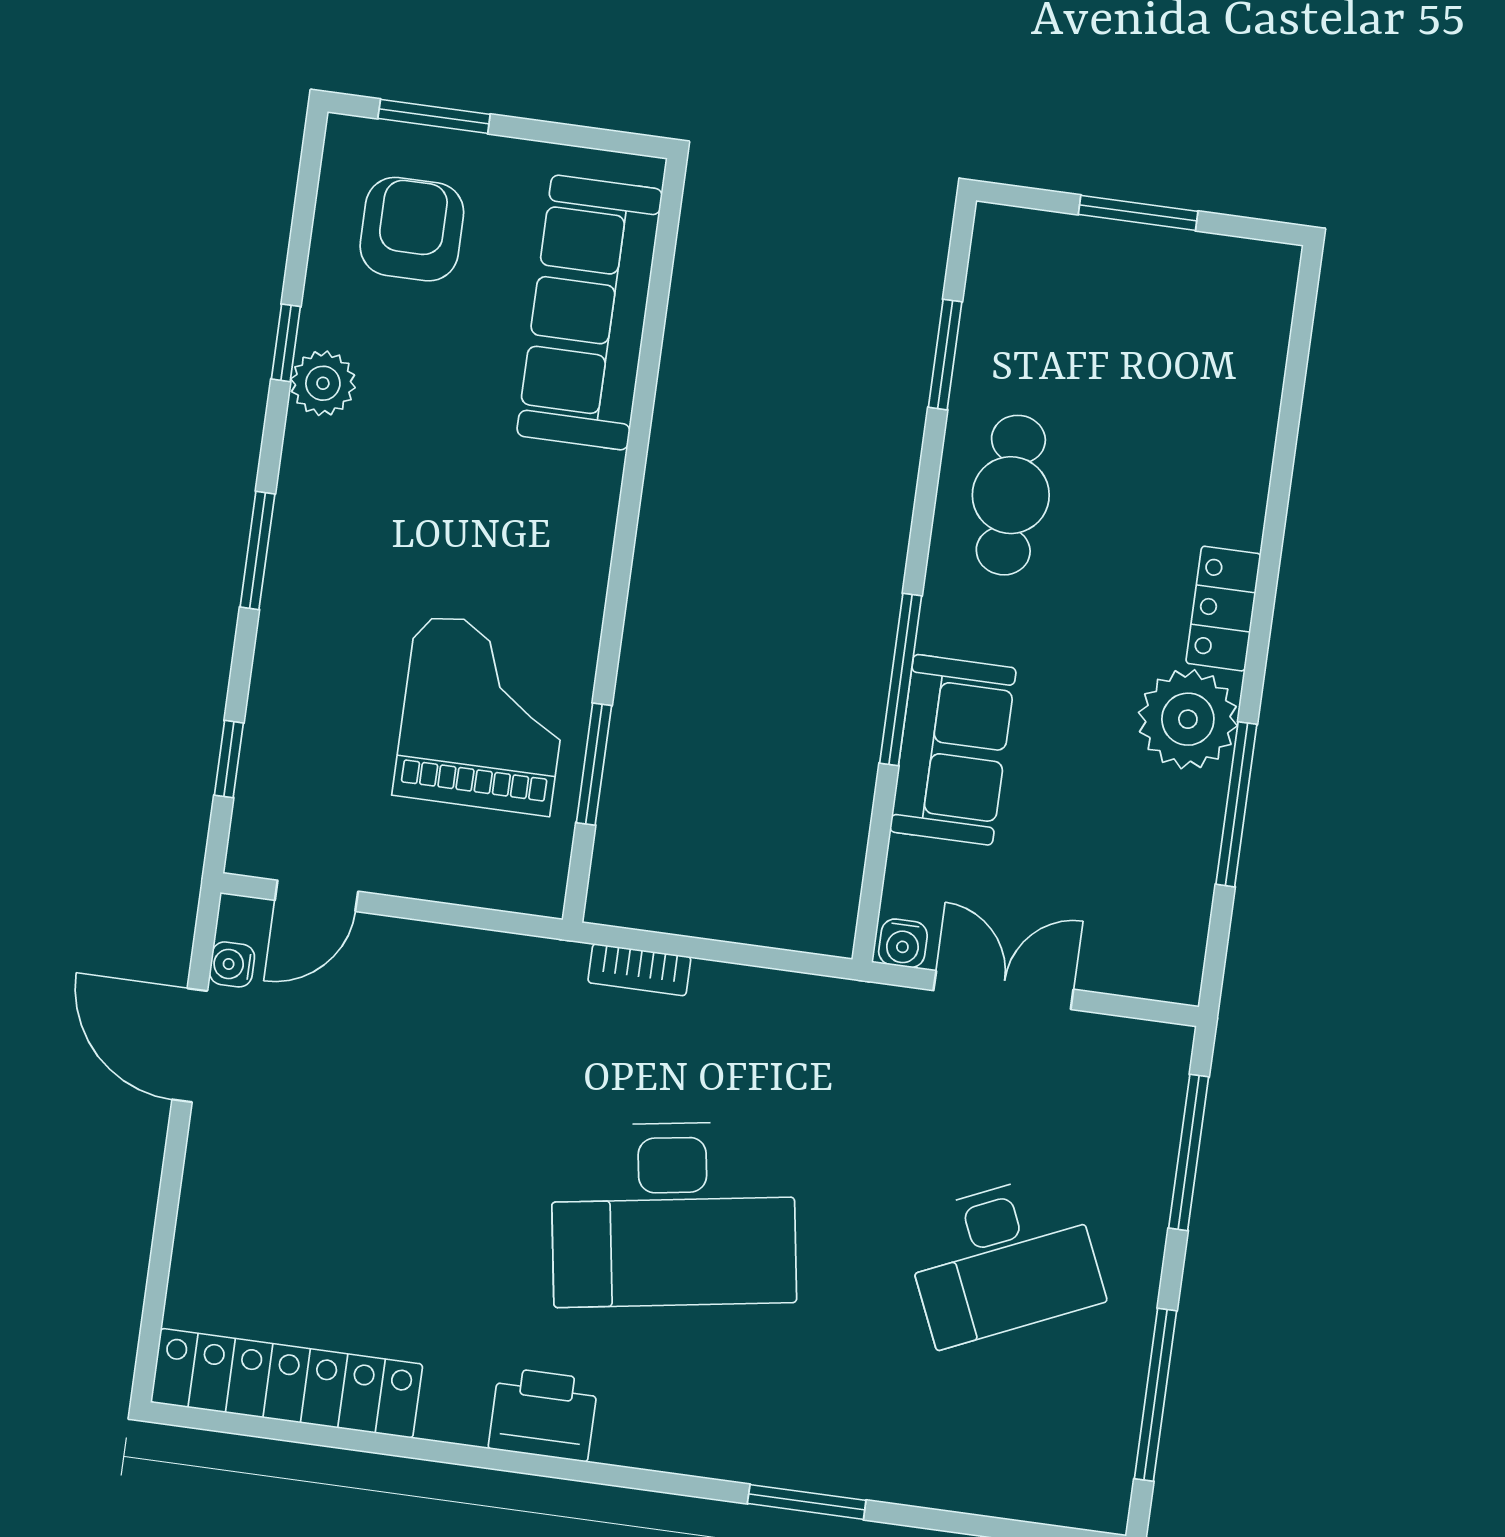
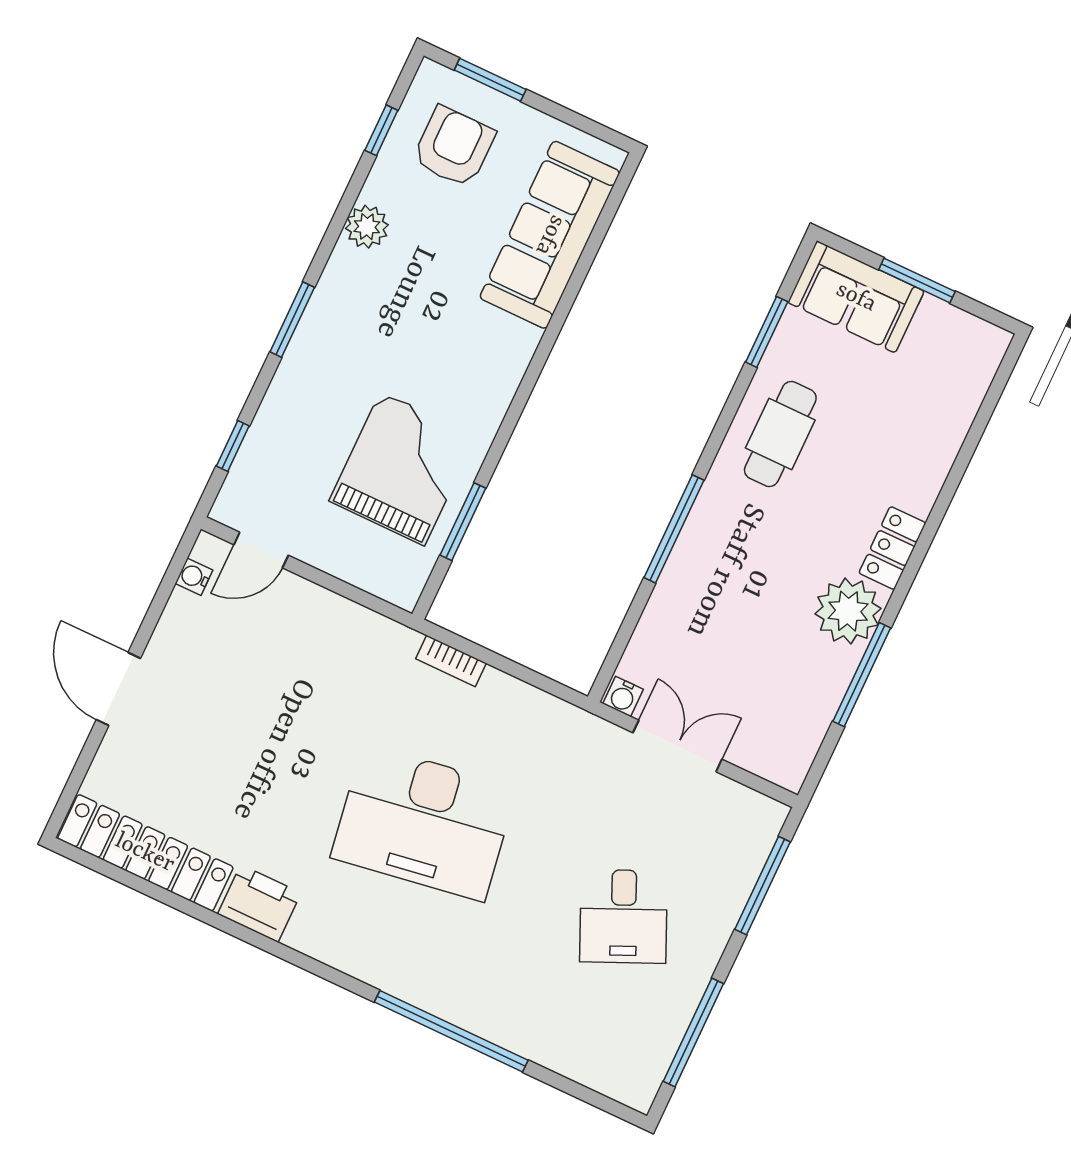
window: (286, 343) -> (381, 130), moved
sofa: (953, 750) -> (856, 297), moved, turned 90
door: (190, 1045) -> (118, 689), moved
desk: (1003, 1259) -> (624, 916), width x0.73
printer: (543, 1414) -> (259, 903), moved
window: (807, 1502) -> (451, 1031), width x2.11

